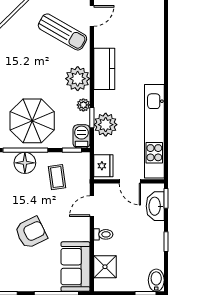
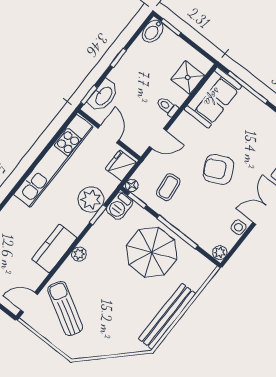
plant: (78, 79) -> (79, 254), width x0.53, depth x0.53
plant: (83, 105) -> (97, 231), removed
floor lamp: (25, 163) -> (132, 185), moved, width x0.53, depth x0.53
armchair: (31, 233) -> (218, 170), moved

